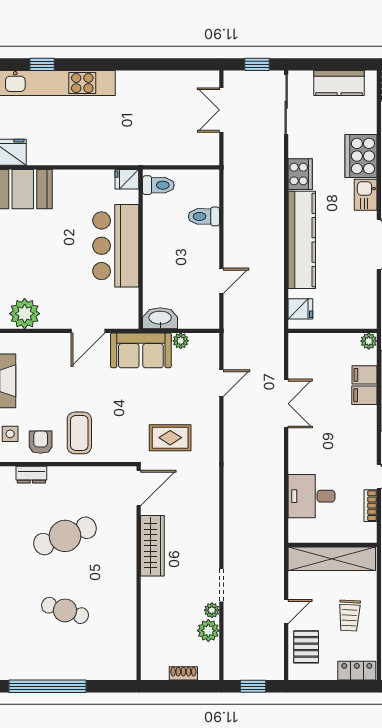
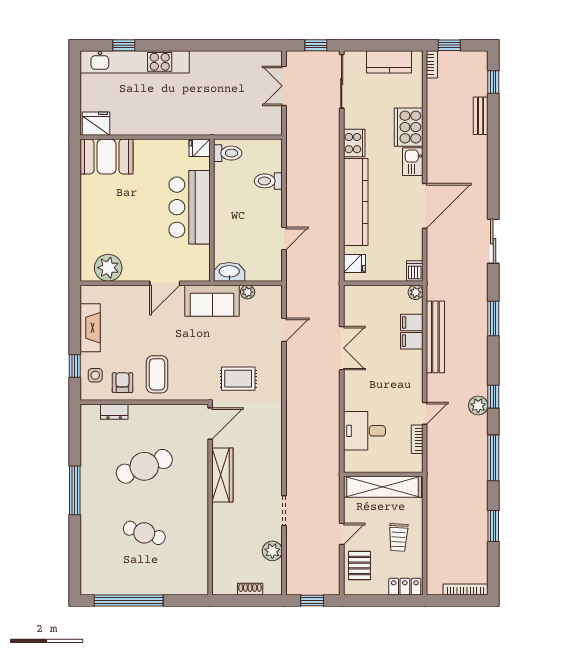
dishwasher: (368, 317) -> (415, 271), added
plant: (212, 610) -> (275, 533), removed

